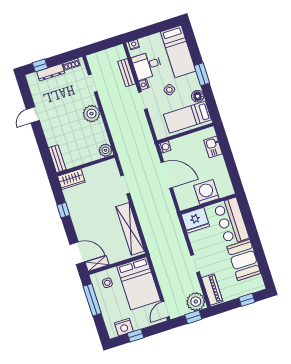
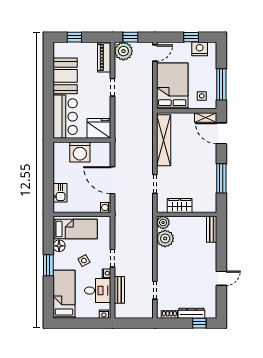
plant: (92, 114) -> (165, 238), moved
wardrobe: (71, 179) -> (180, 205), moved
window: (63, 210) -> (221, 178), width x2.17

